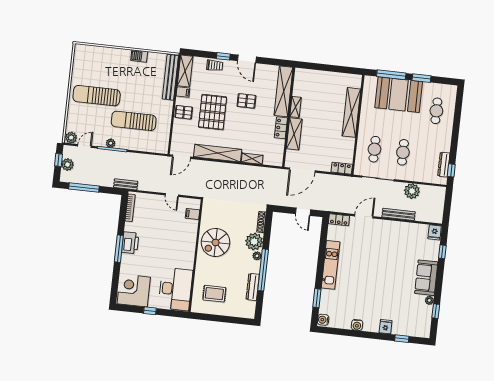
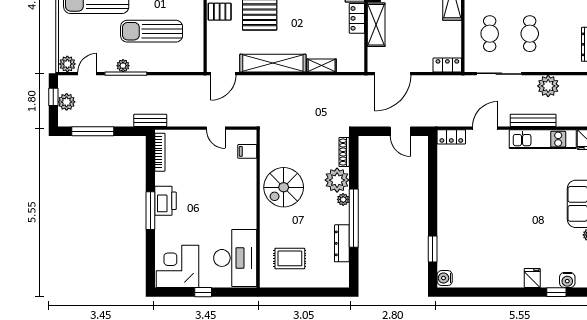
kitchen unit: (331, 265) -> (543, 139), moved, turned 90
water cooler: (357, 325) -> (567, 280), moved

